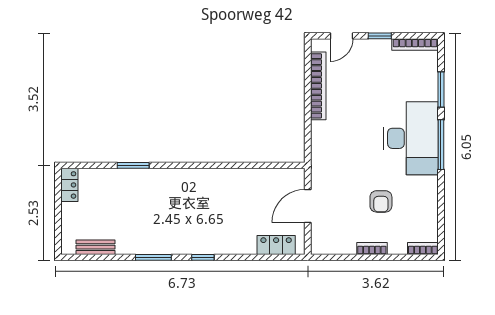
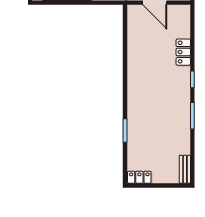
locker: (276, 245) -> (183, 52), moved
bench: (95, 247) -> (185, 169), moved

